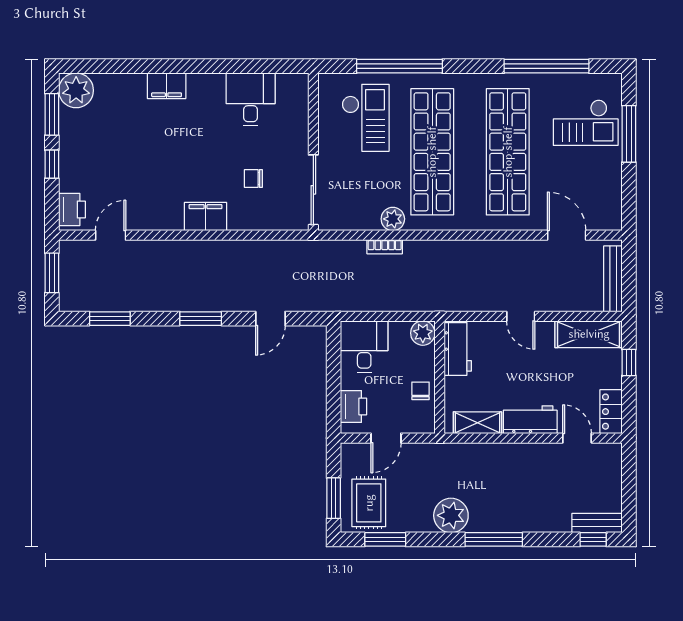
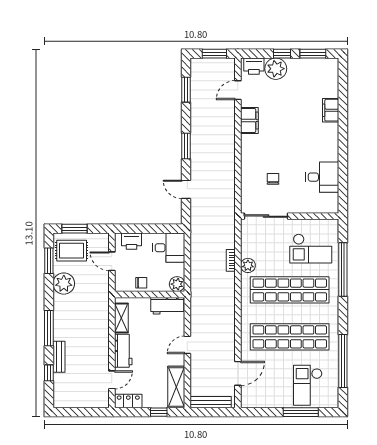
filing cabinet: (167, 86) -> (331, 110), moved
plant: (76, 90) -> (276, 69), moved
filing cabinet: (206, 217) -> (249, 121), moved
door: (111, 235) -> (238, 90), swing flipped
plant: (451, 515) -> (64, 284), moved
bench: (597, 523) -> (59, 357), moved
window: (593, 539) -> (49, 373), moved

